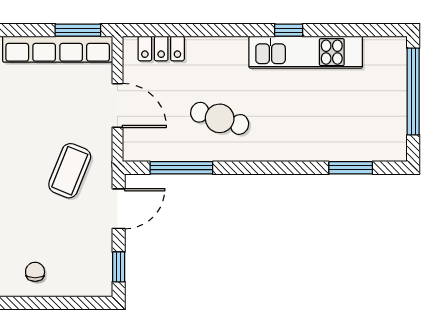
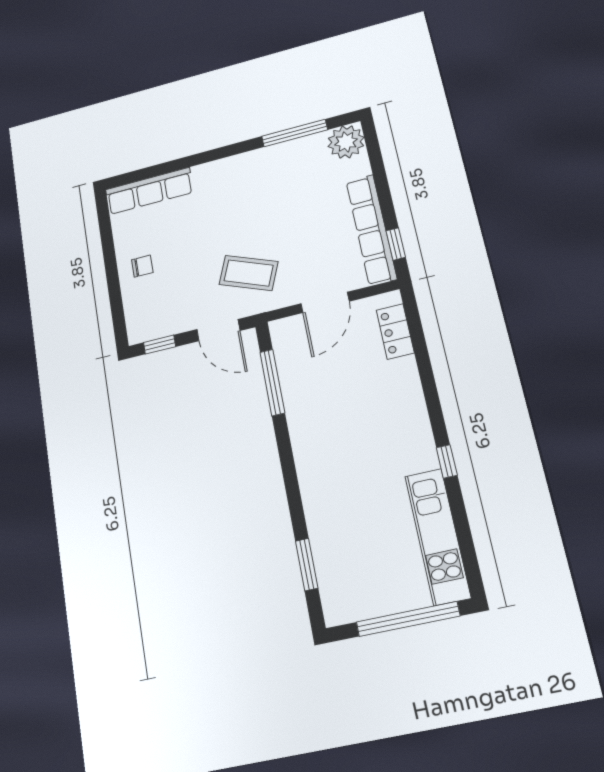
window: (78, 30) -> (396, 244), width x0.67
kitchen unit: (306, 52) -> (438, 536), moved
cafe table: (220, 118) -> (333, 410), removed

